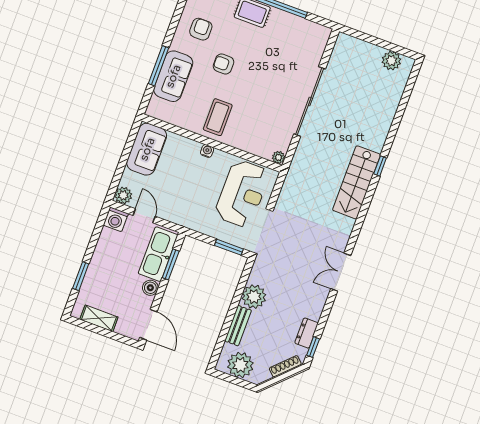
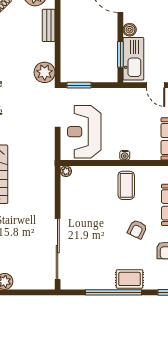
armchair: (224, 64) -> (137, 229), turned 116
sliding door: (310, 101) -> (58, 249), moved
plant: (254, 297) -> (45, 72), moved

